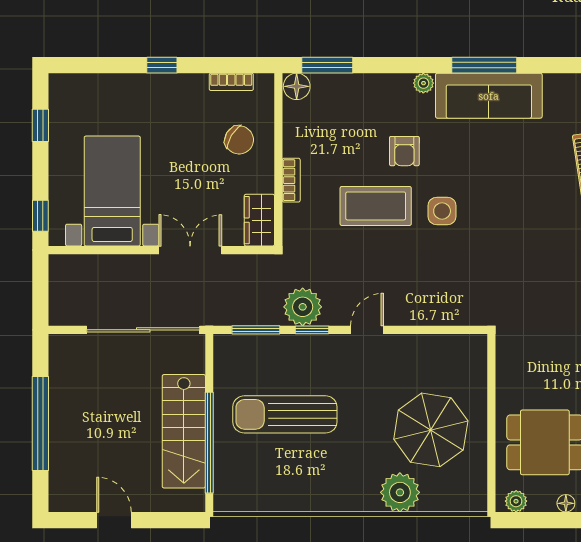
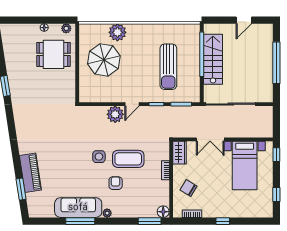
plant: (303, 307) -> (115, 114), moved
sun lounger: (285, 414) -> (168, 67), turned 90
door: (114, 520) -> (244, 20), hinge flipped

